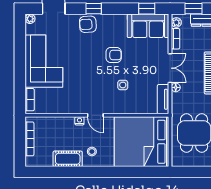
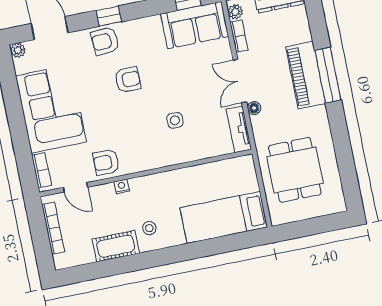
armchair: (114, 55) -> (128, 80), moved
double door: (170, 68) -> (240, 81), swing flipped
armchair: (73, 103) -> (106, 162), added
door: (95, 115) -> (75, 187), moved
bed: (142, 142) -> (224, 217), width x0.49

